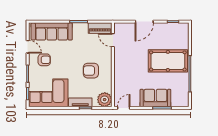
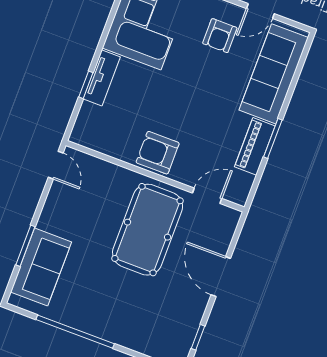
piano: (100, 28) -> (255, 146), moved
pool table: (168, 61) -> (148, 230), moved
armchair: (91, 71) -> (158, 153), moved, turned -90
sofa: (155, 98) -> (41, 267), moved
plant: (105, 100) -> (88, 131), removed

